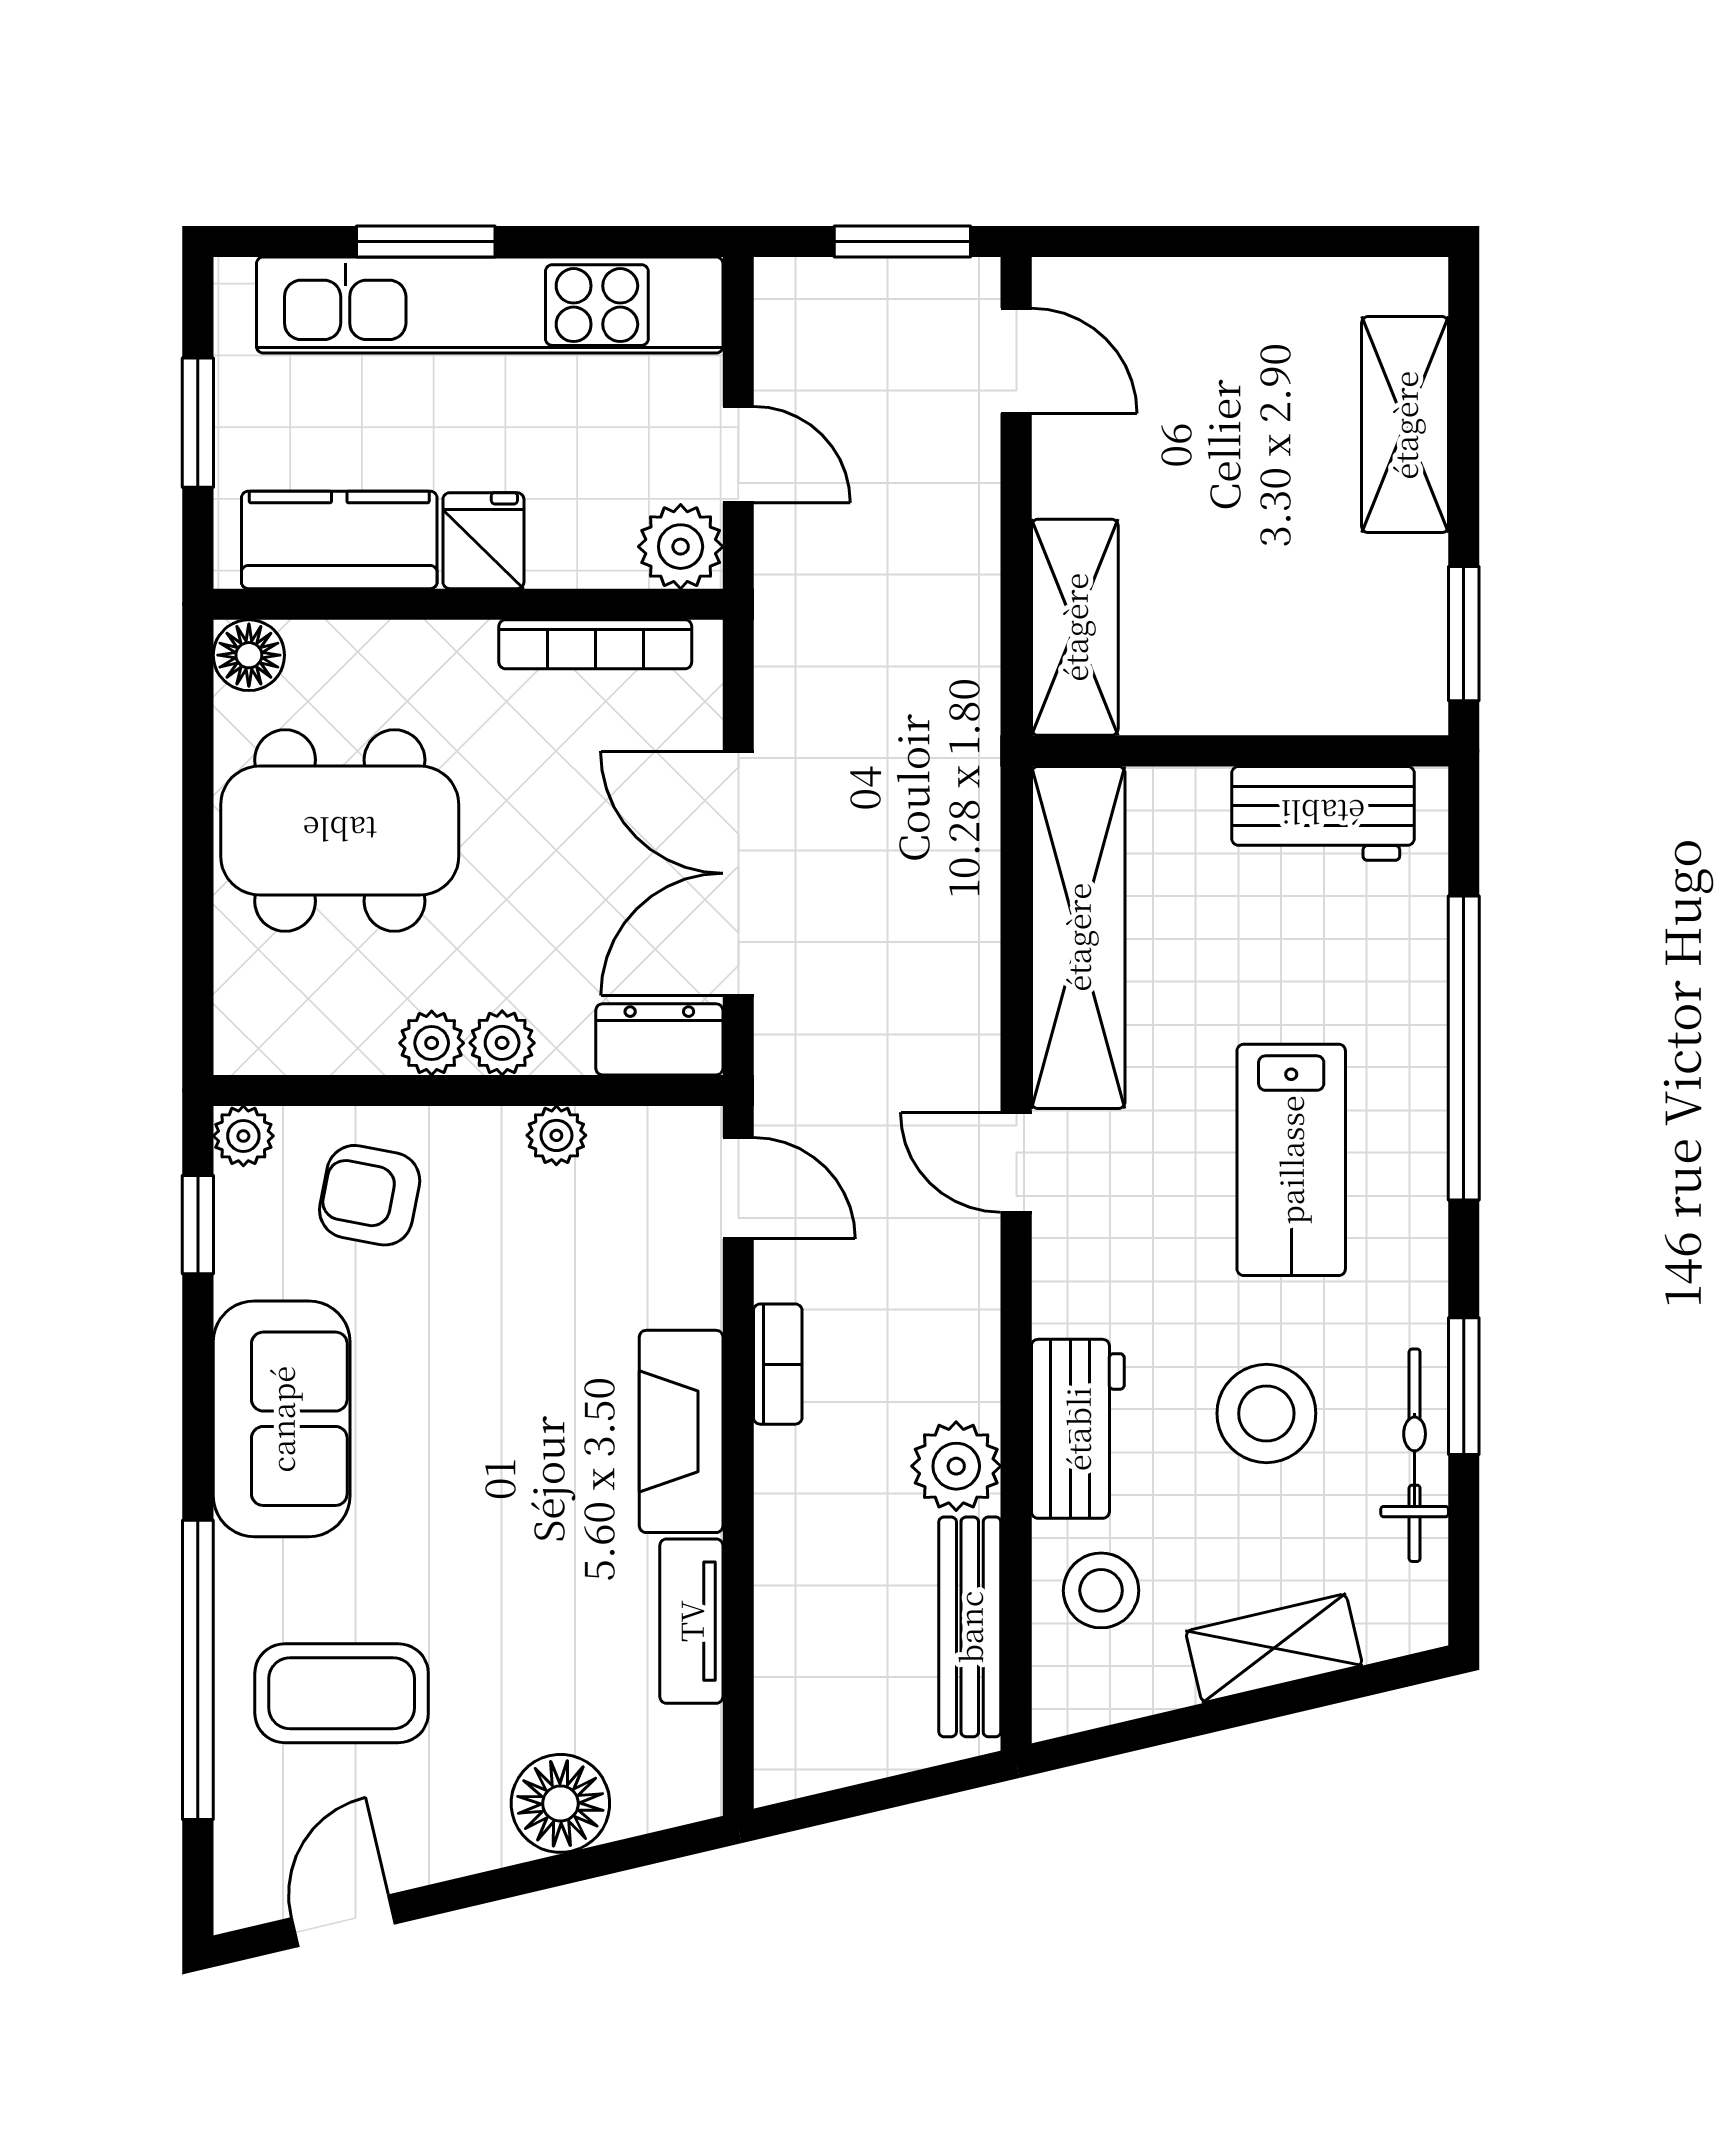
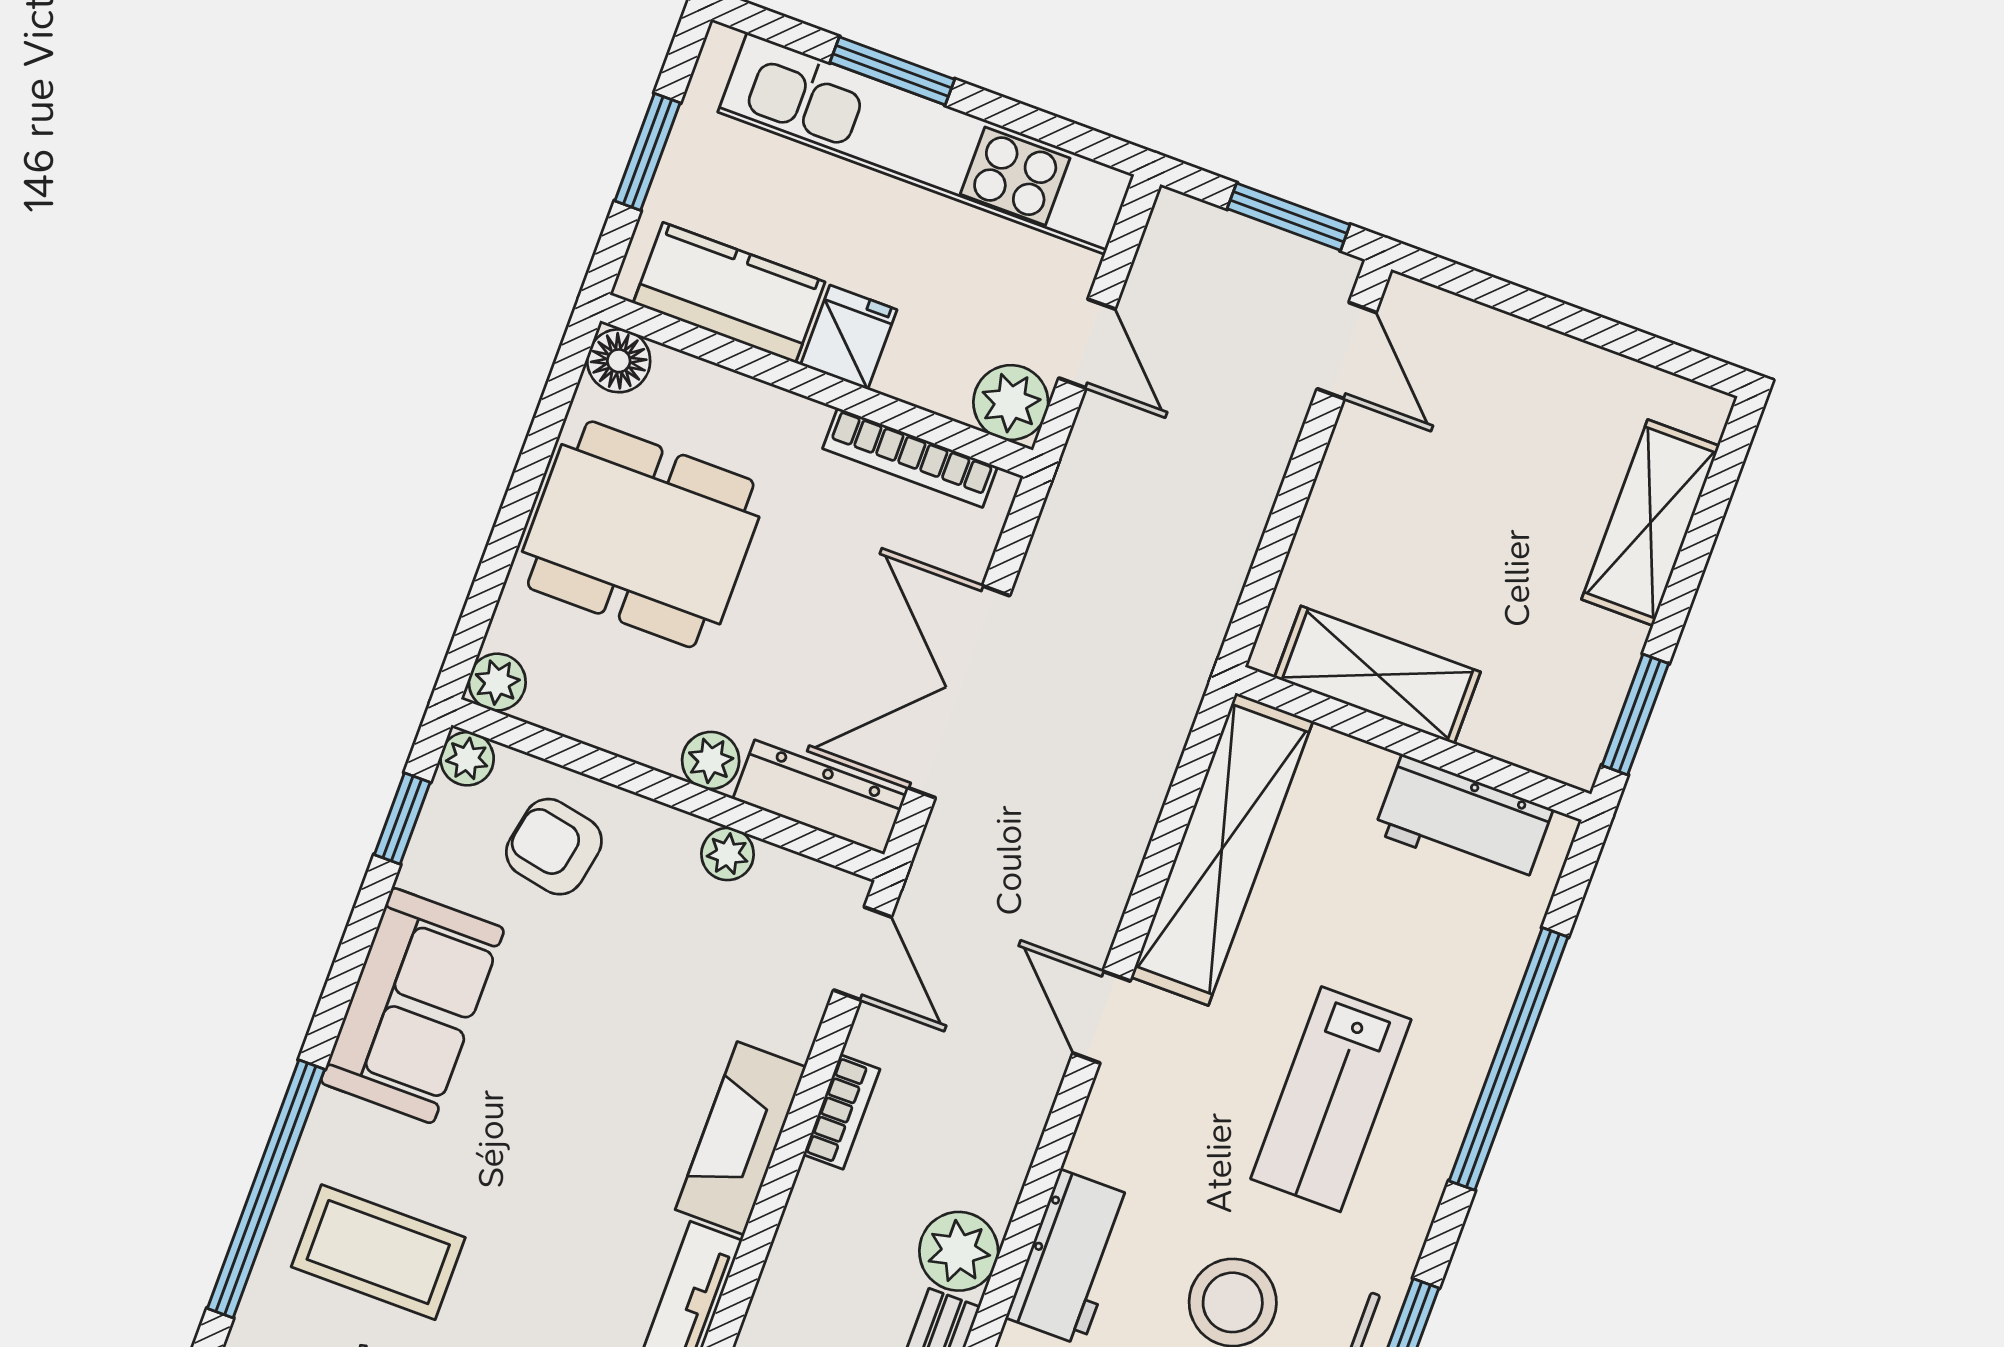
shelving: (1075, 627) -> (1378, 675), moved, turned 90
dresser: (659, 1039) -> (819, 797), width x1.44
plant: (432, 1043) -> (497, 682), moved

